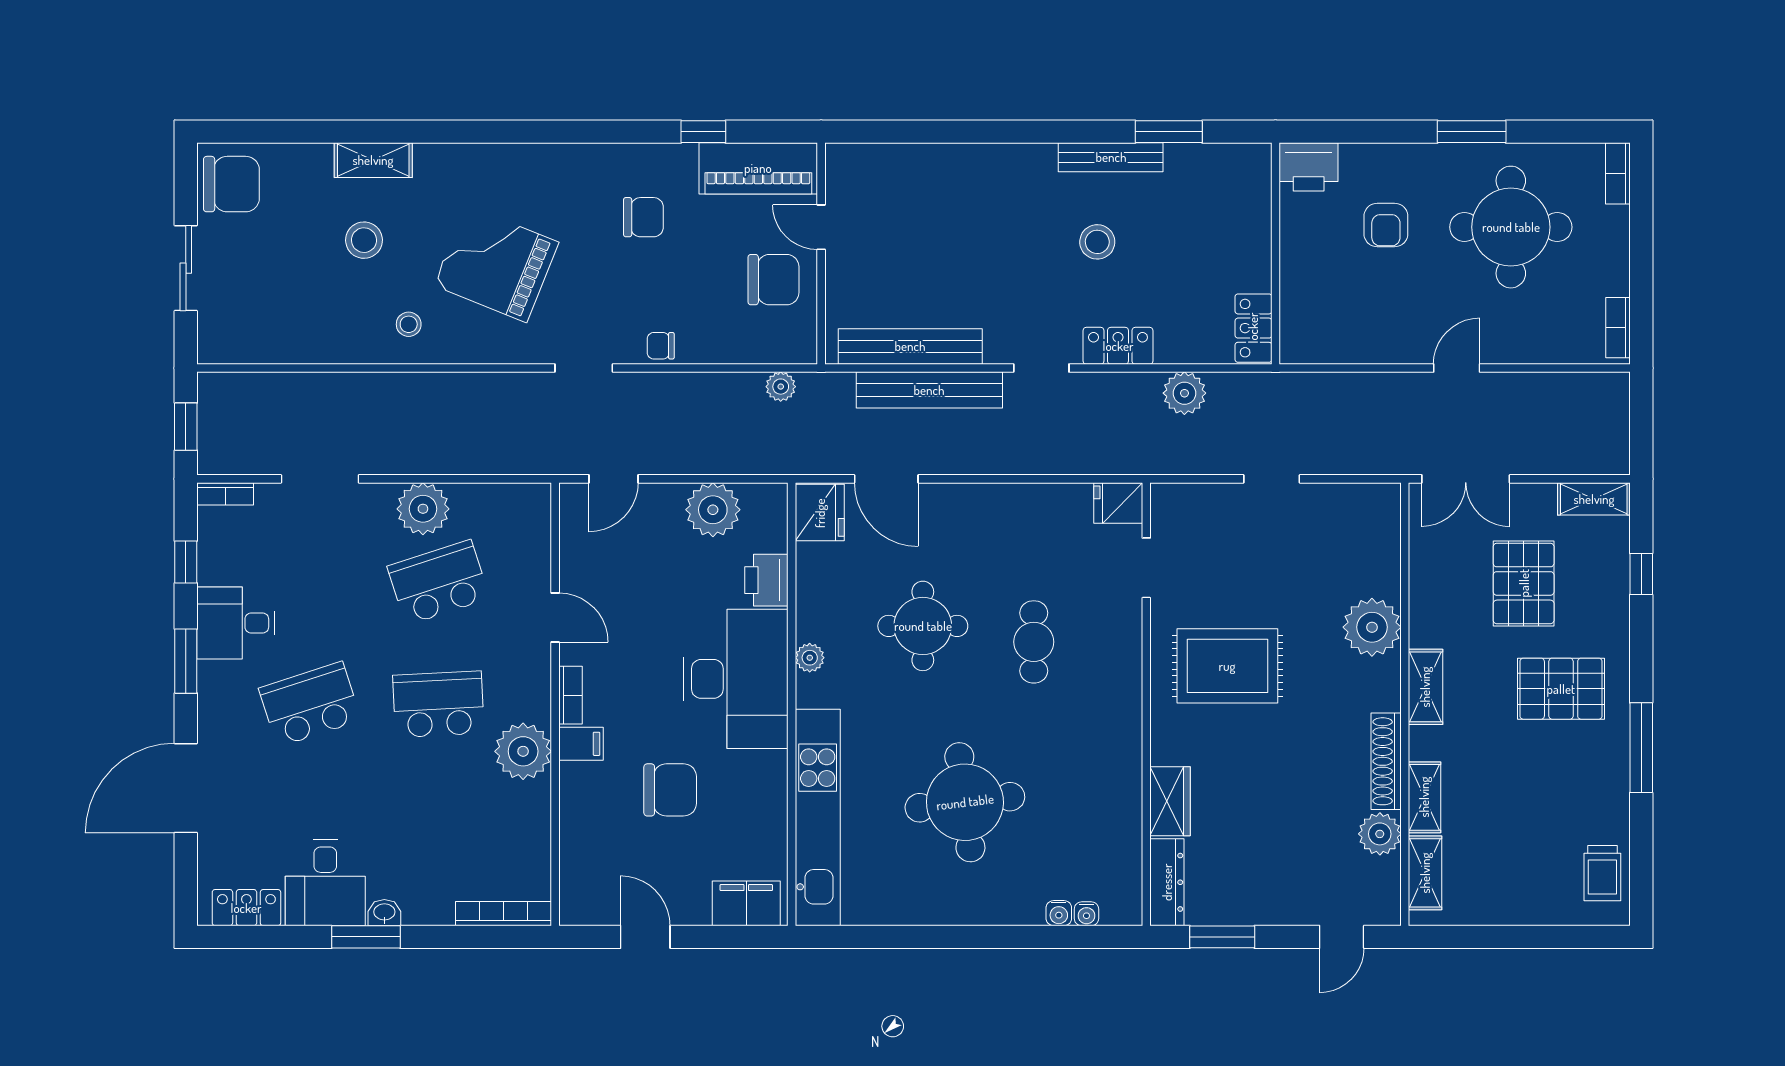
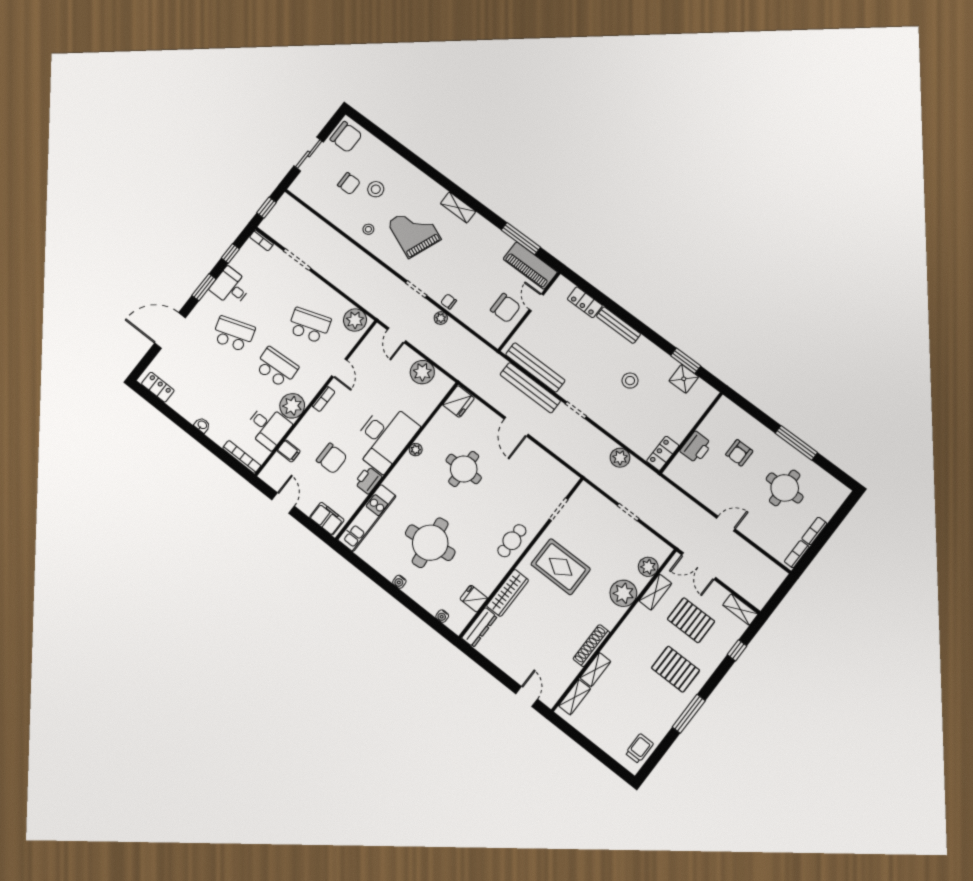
window: (703, 132) -> (521, 239), width x2.17
window: (1472, 132) -> (796, 443), width x1.44
bench: (1111, 157) -> (618, 325), moved
shelving: (373, 160) -> (458, 207), moved
shower: (1190, 167) -> (684, 379), added
printer: (1309, 167) -> (696, 447), moved, turned -90
bookcase: (1618, 173) -> (814, 531), moved
chair: (643, 217) -> (349, 184), moved
round table: (1511, 227) -> (785, 488), width x0.73, depth x0.73
locker: (1118, 346) -> (585, 302), moved, turned 180
plant: (781, 387) -> (441, 318), moved
door: (613, 479) -> (397, 335), hinge flipped
door: (886, 479) -> (516, 427), moved
fridge: (1118, 503) -> (474, 599), moved
plant: (423, 509) -> (355, 320), moved
printer: (766, 580) -> (368, 480), moved
pallet: (1524, 583) -> (691, 620), turned 90
cafe table: (1034, 642) -> (512, 541), moved
shelving: (1425, 687) -> (655, 592), moved
filing cabinet: (581, 744) -> (289, 451), moved
wardrobe: (1170, 801) -> (508, 593), width x1.50
kitchen unit: (818, 817) -> (367, 518), width x0.73
plant: (1380, 834) -> (648, 567), moved
trolley: (1602, 873) -> (639, 748), turned 180
desk: (325, 883) -> (268, 427), moved, turned -90
water cooler: (1059, 913) -> (399, 582), moved
window: (366, 937) -> (189, 429), removed
window: (1222, 937) -> (484, 663), removed
door: (1342, 937) -> (527, 696), swing flipped

